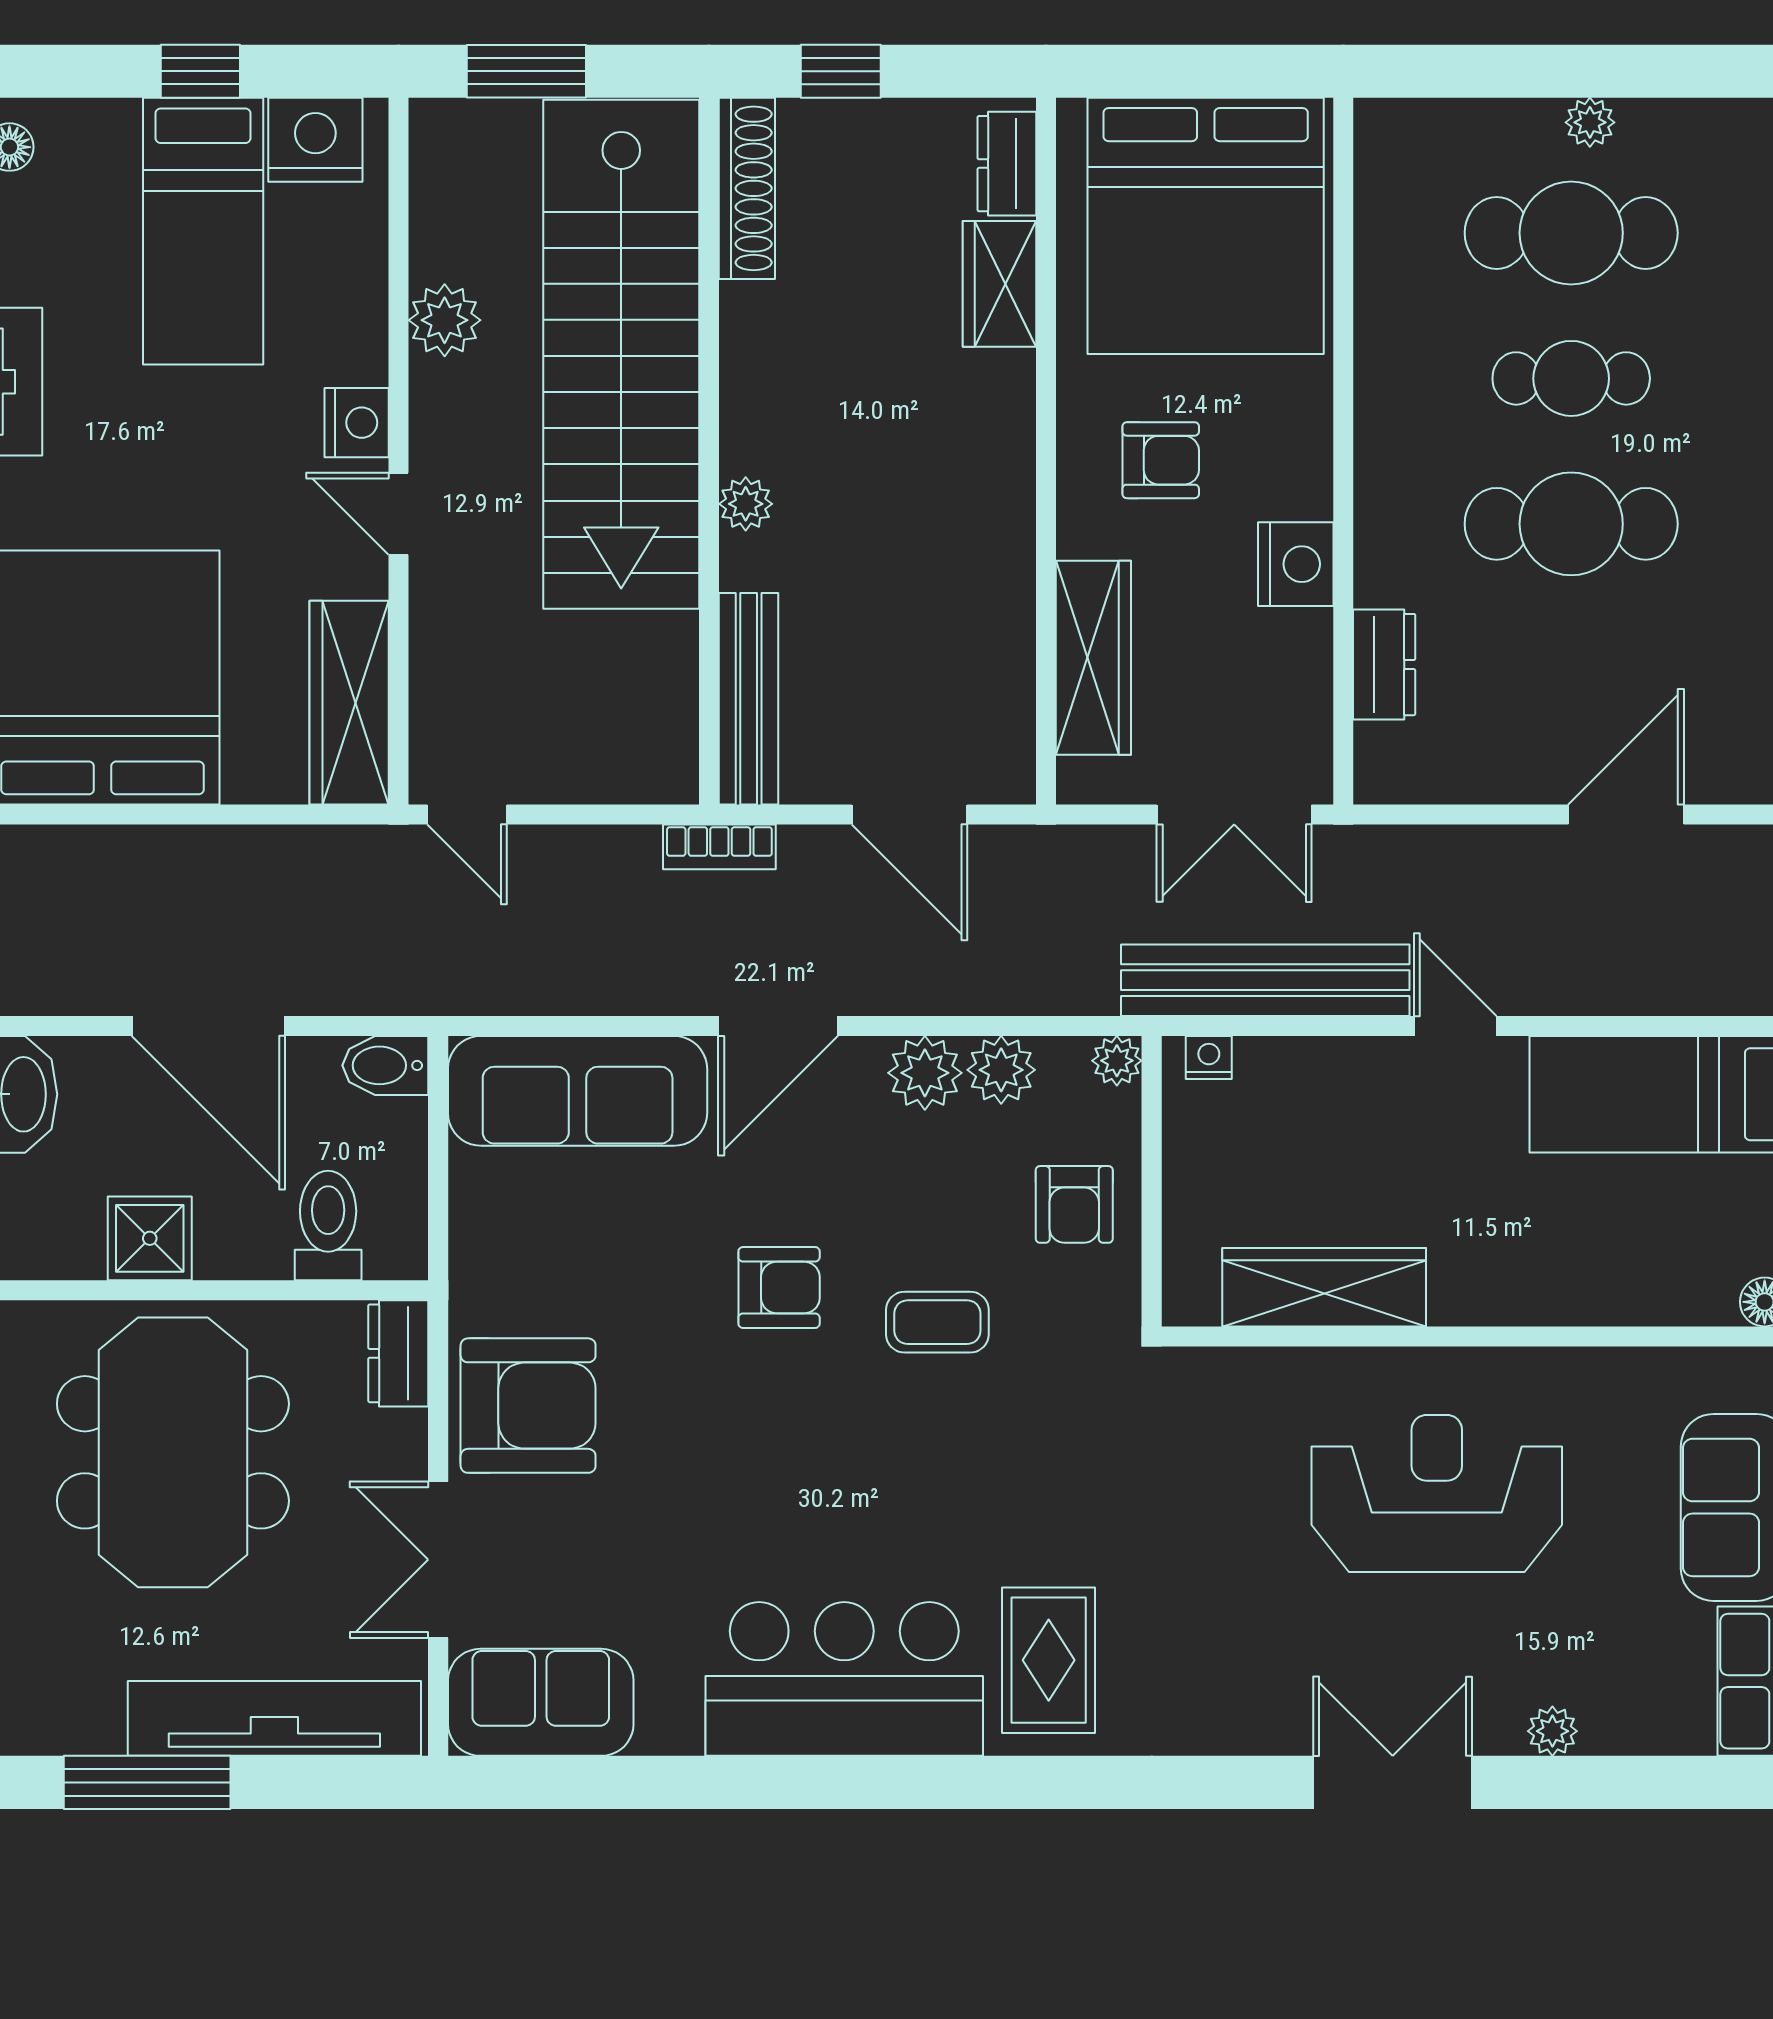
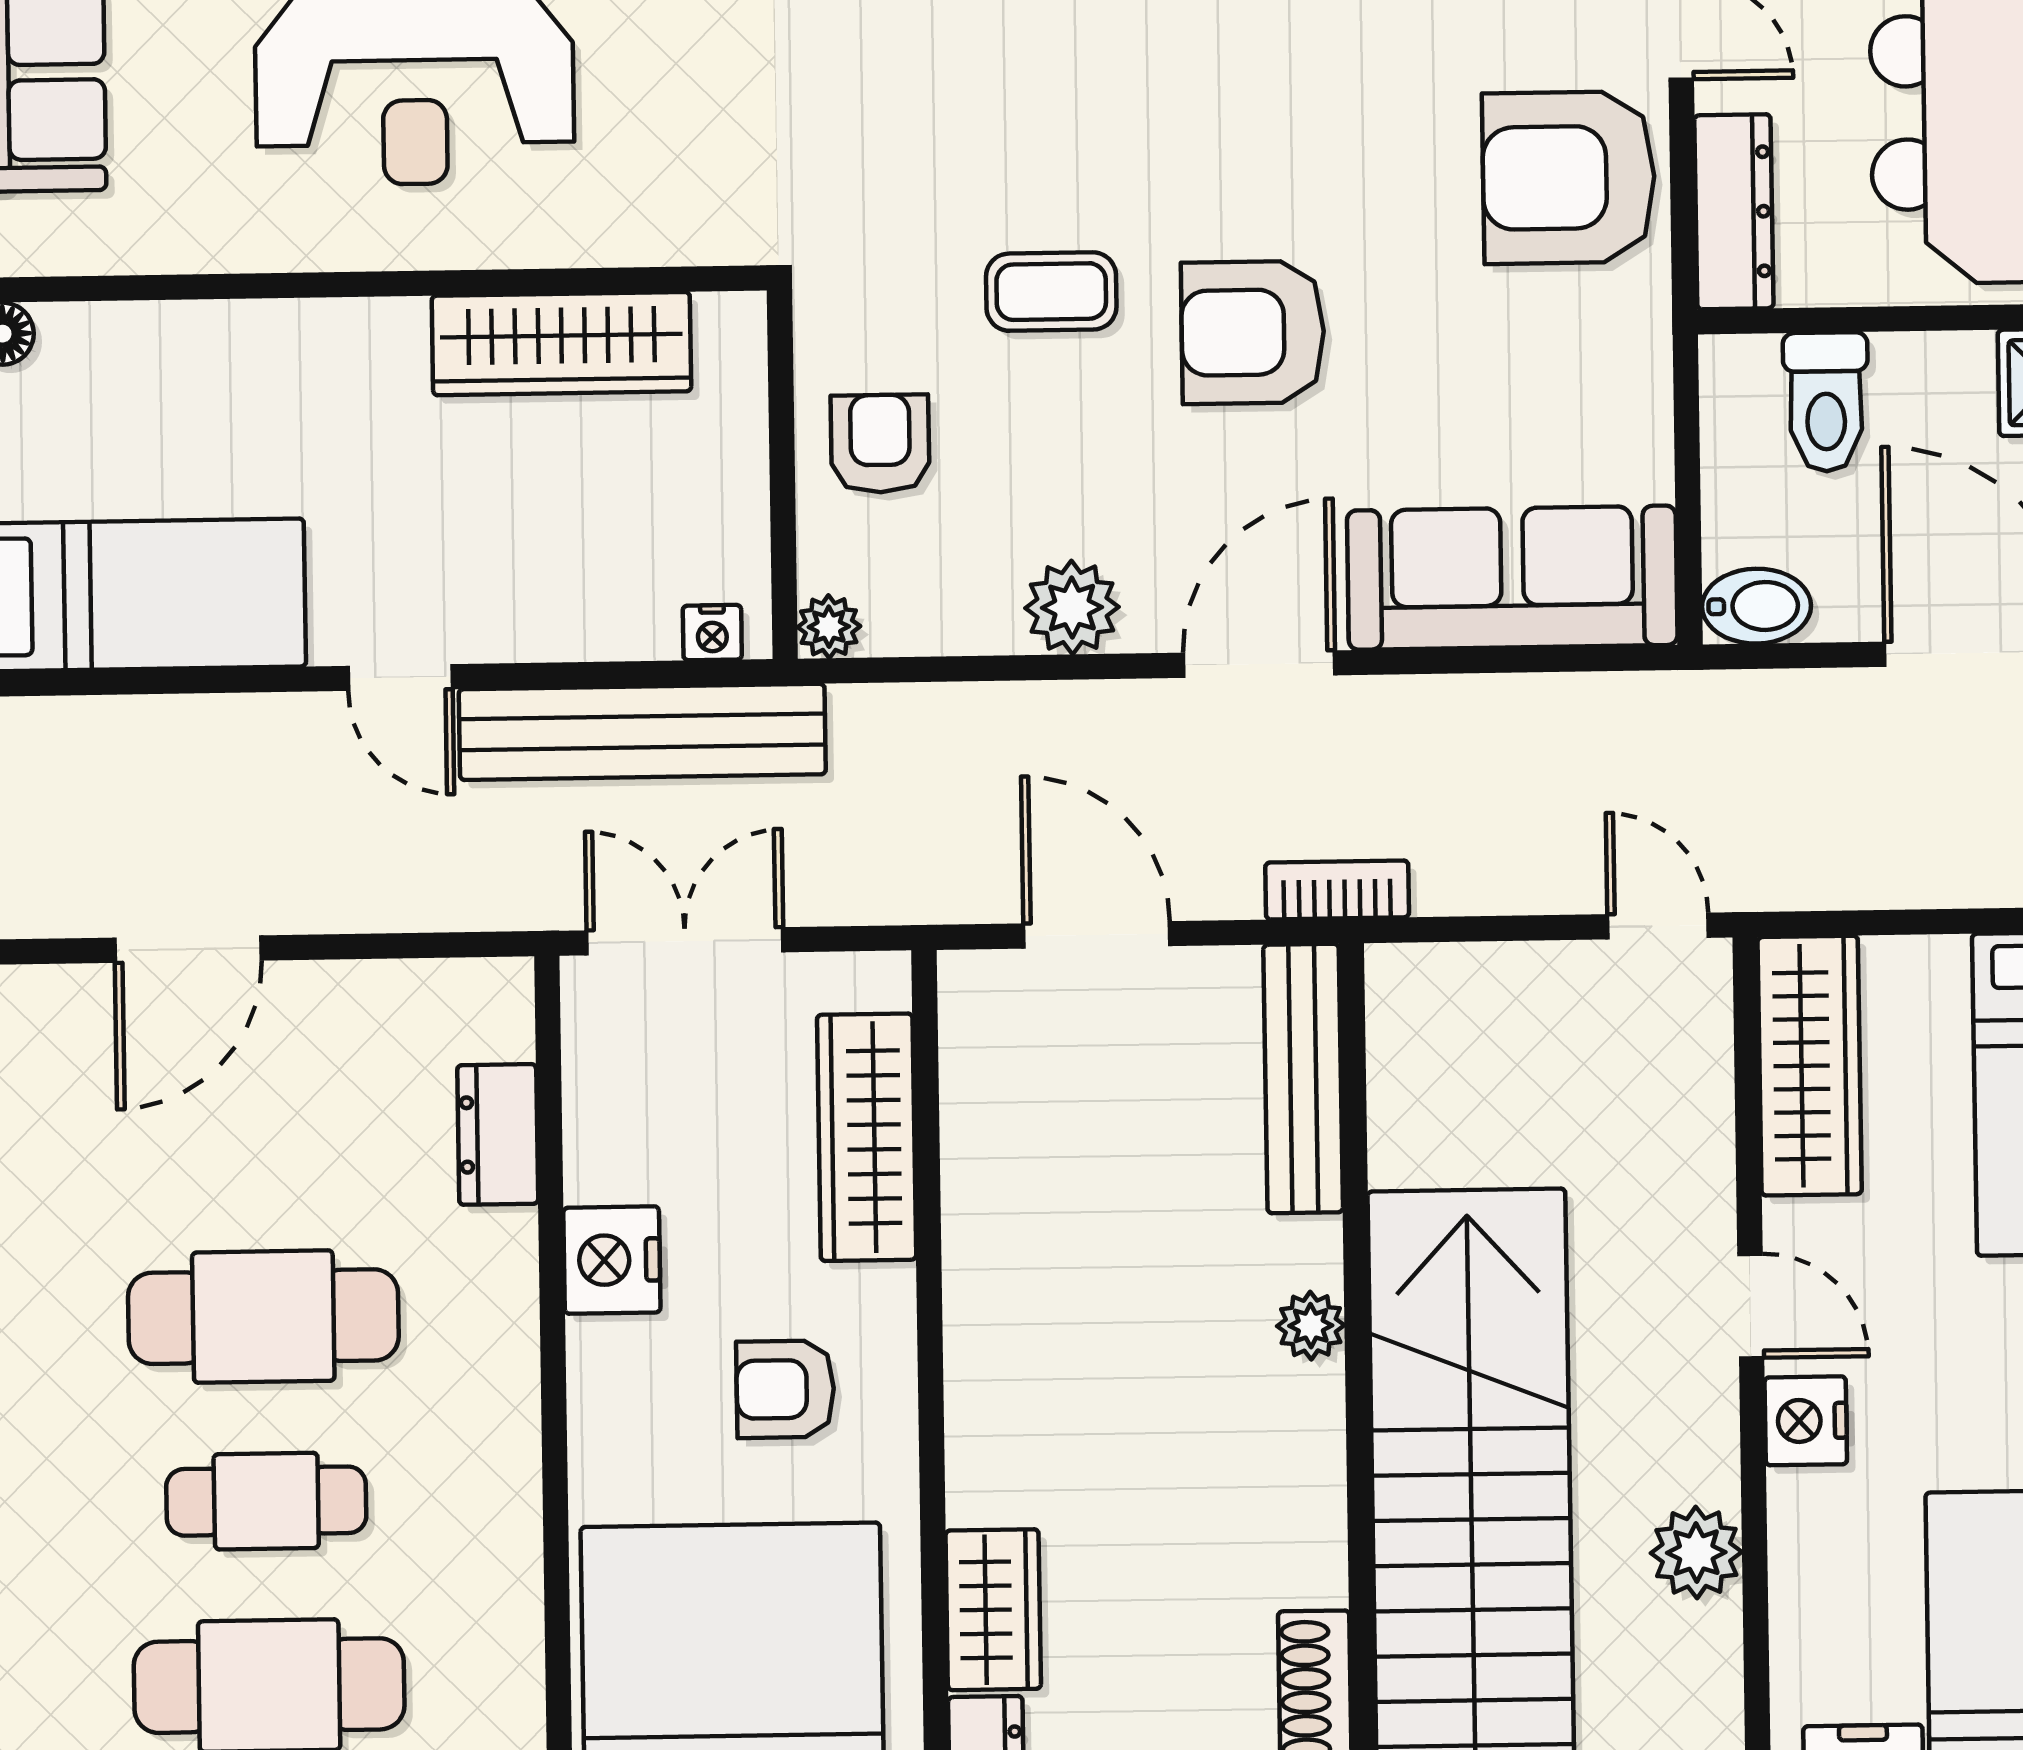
plant: (1001, 1070) -> (975, 613), removed
armchair: (779, 1287) -> (1253, 332), width x1.38, depth x1.38
dresser: (398, 1353) -> (1734, 212), width x1.44

